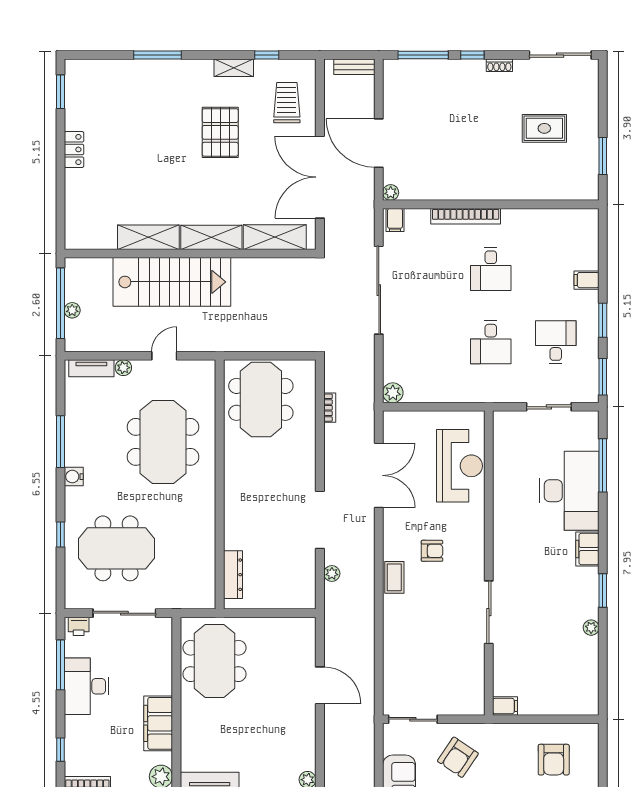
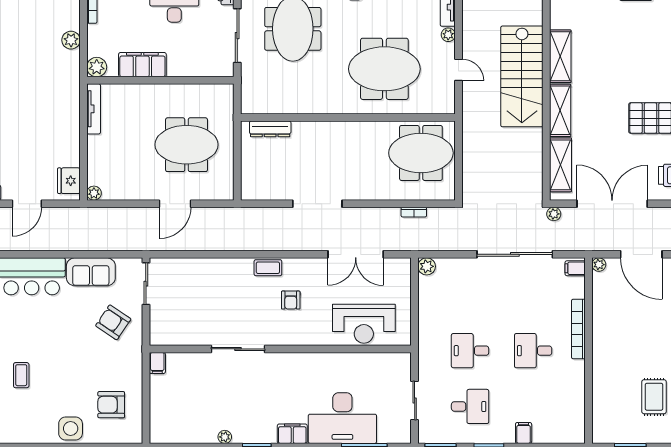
door: (379, 143) -> (641, 254), swing flipped
plant: (332, 573) -> (554, 214), moved
meeting table: (215, 661) -> (187, 145), moved

